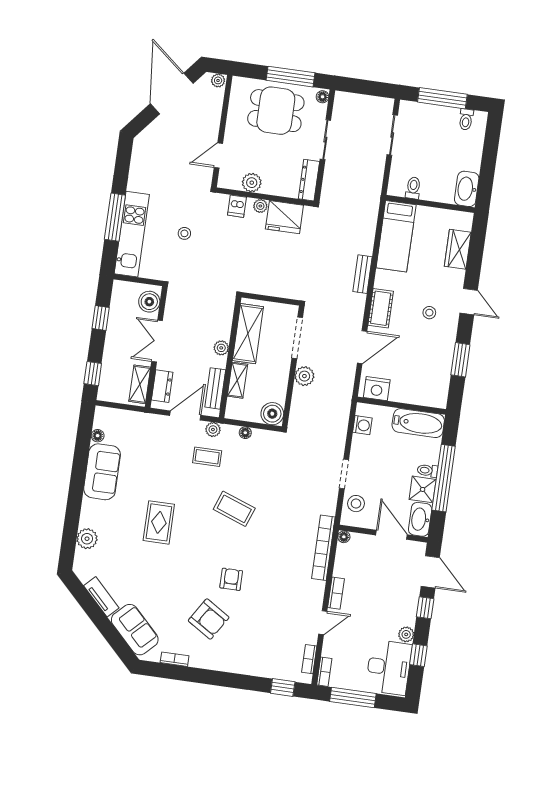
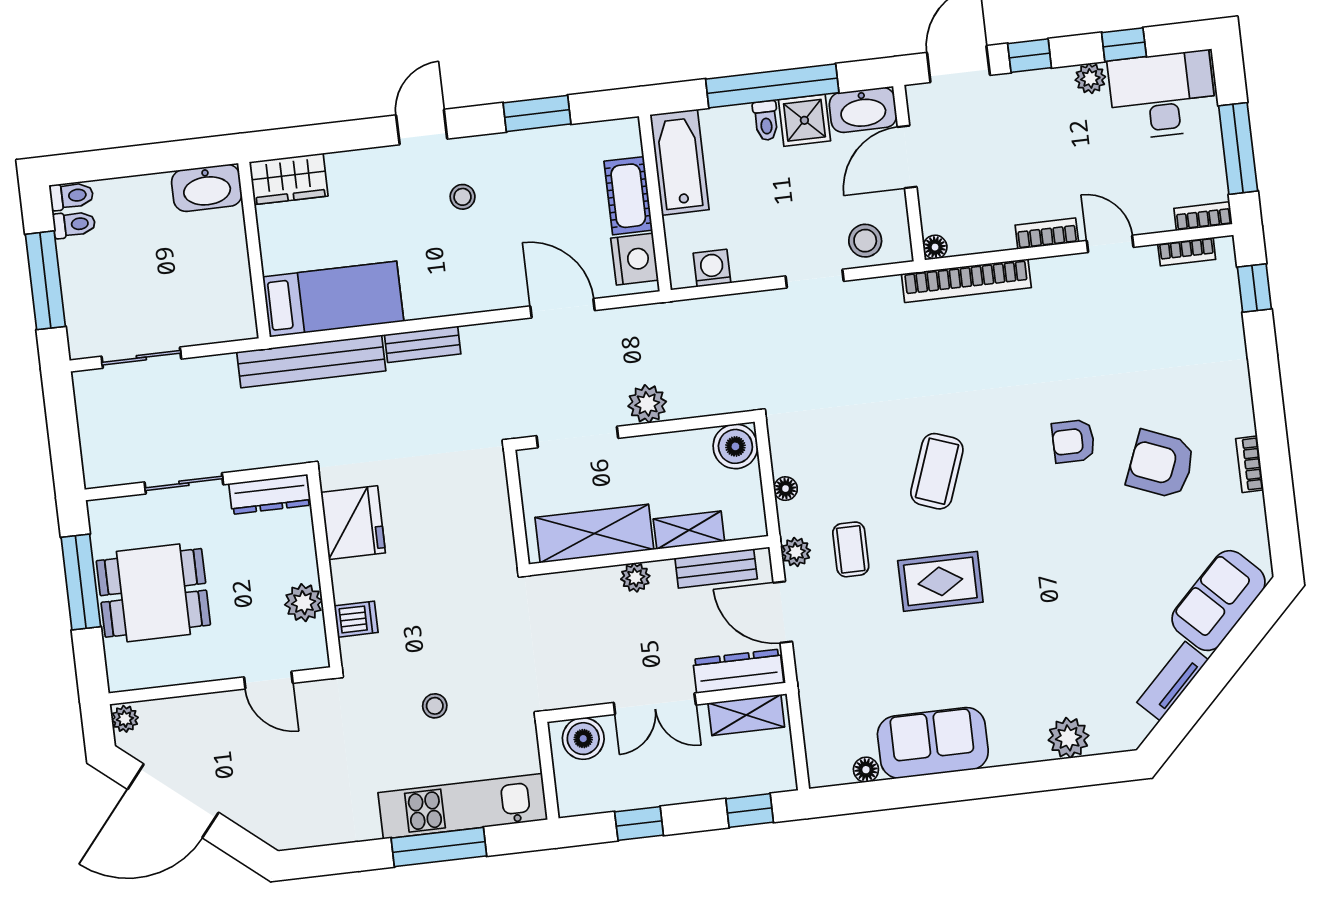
floor lamp: (323, 97) -> (103, 510), removed
dining table: (276, 111) -> (153, 593), turned 90
toilet: (413, 188) -> (71, 196), moved, turned 180
plant: (260, 206) -> (344, 574), removed
bench: (368, 218) -> (311, 361), added
wardrobe: (458, 249) -> (289, 179), moved
cot: (381, 308) -> (628, 196), moved, turned 90
dresser: (162, 386) -> (738, 671), width x1.44
rug: (159, 522) -> (940, 581), moved
armchair: (209, 619) -> (1161, 464), turned -100
bookcase: (175, 659) -> (1250, 464), moved

